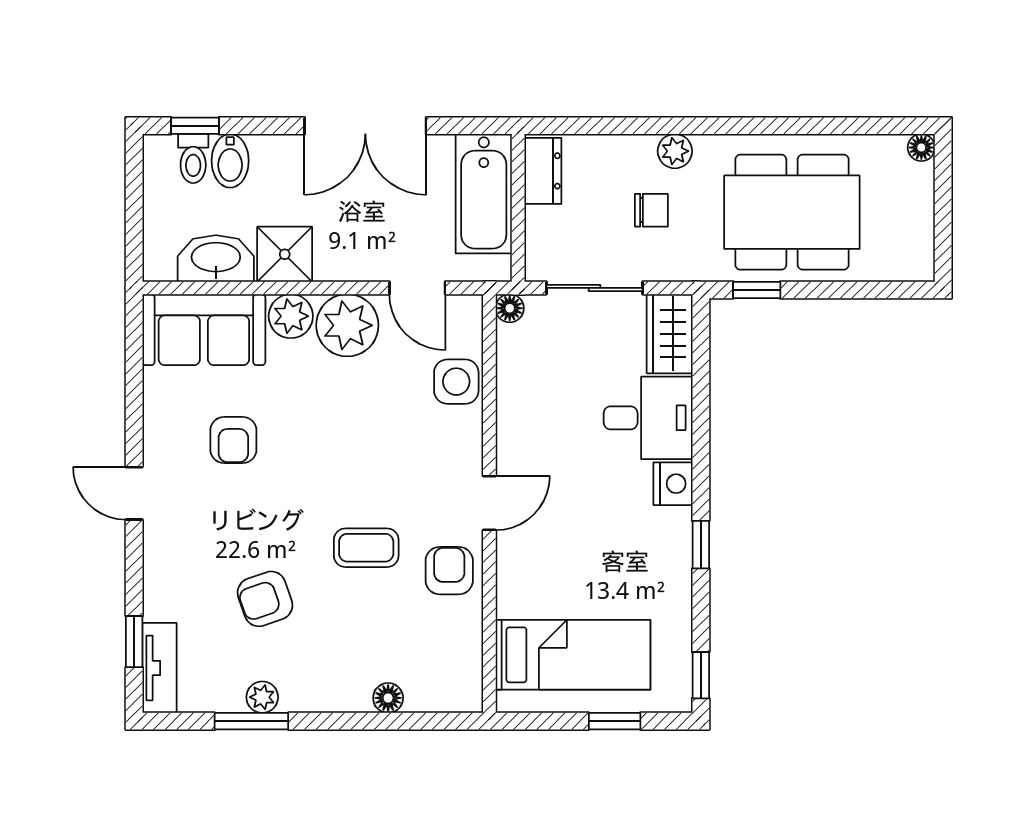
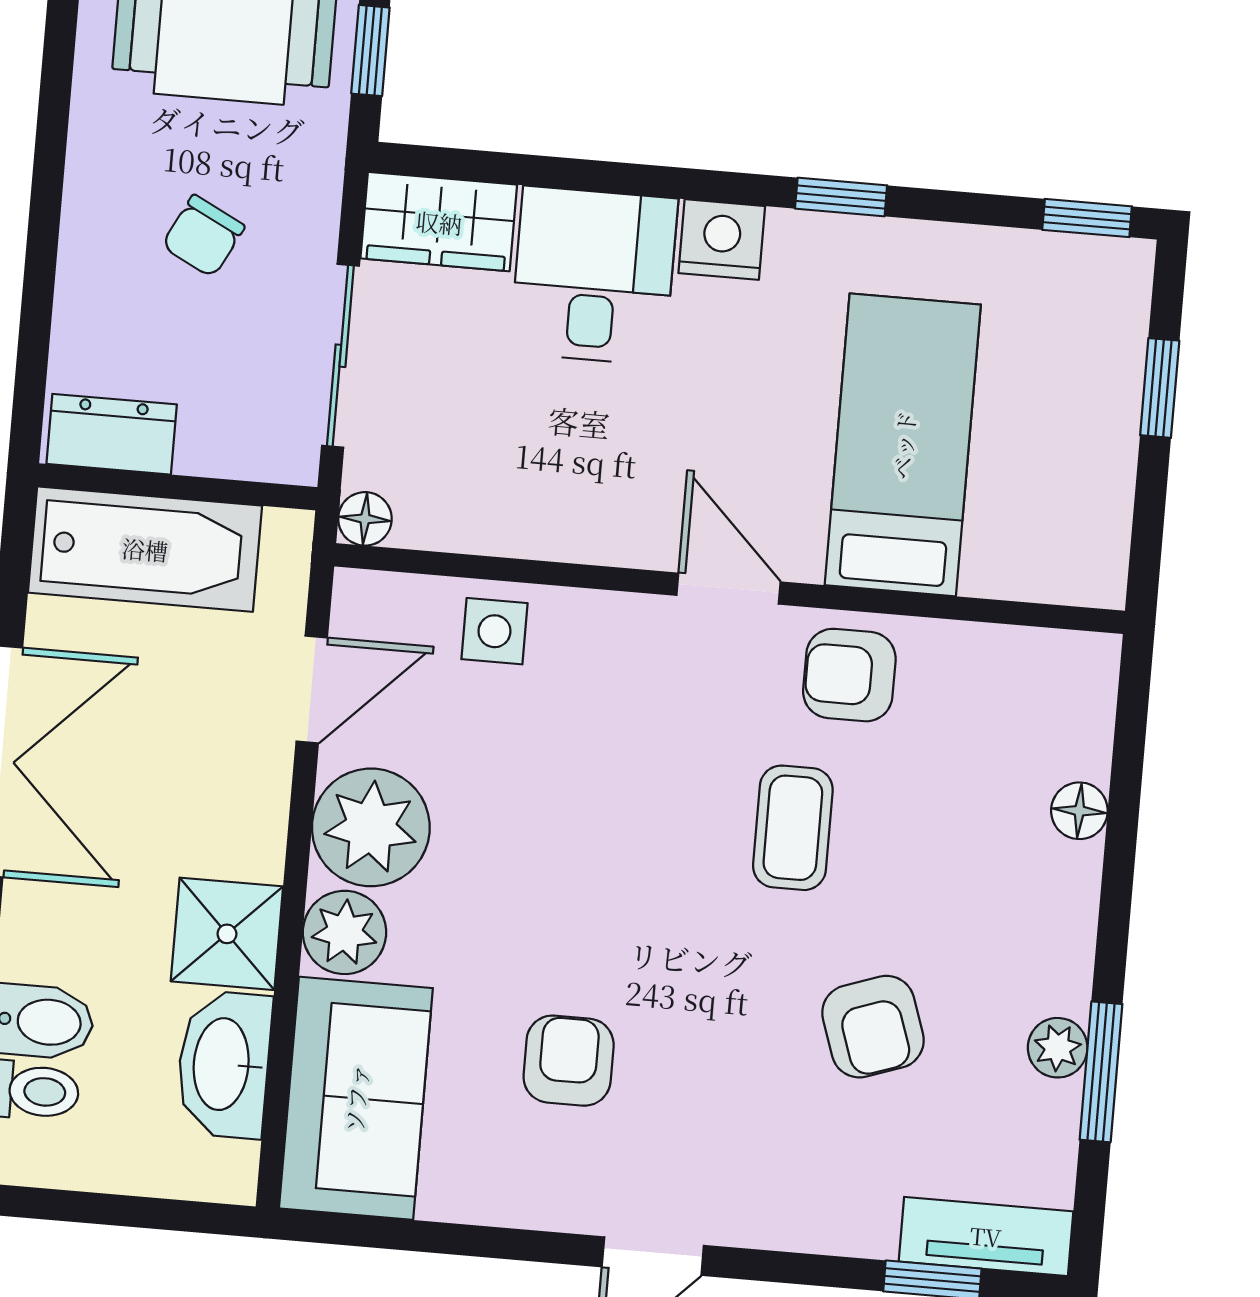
plant: (675, 151) -> (96, 182), removed
chair: (651, 210) -> (203, 236), turned -153
side table: (456, 382) -> (494, 631), width x0.73, depth x0.73
armchair: (233, 440) -> (569, 1061), turned -90
bed: (573, 655) -> (903, 445), moved

